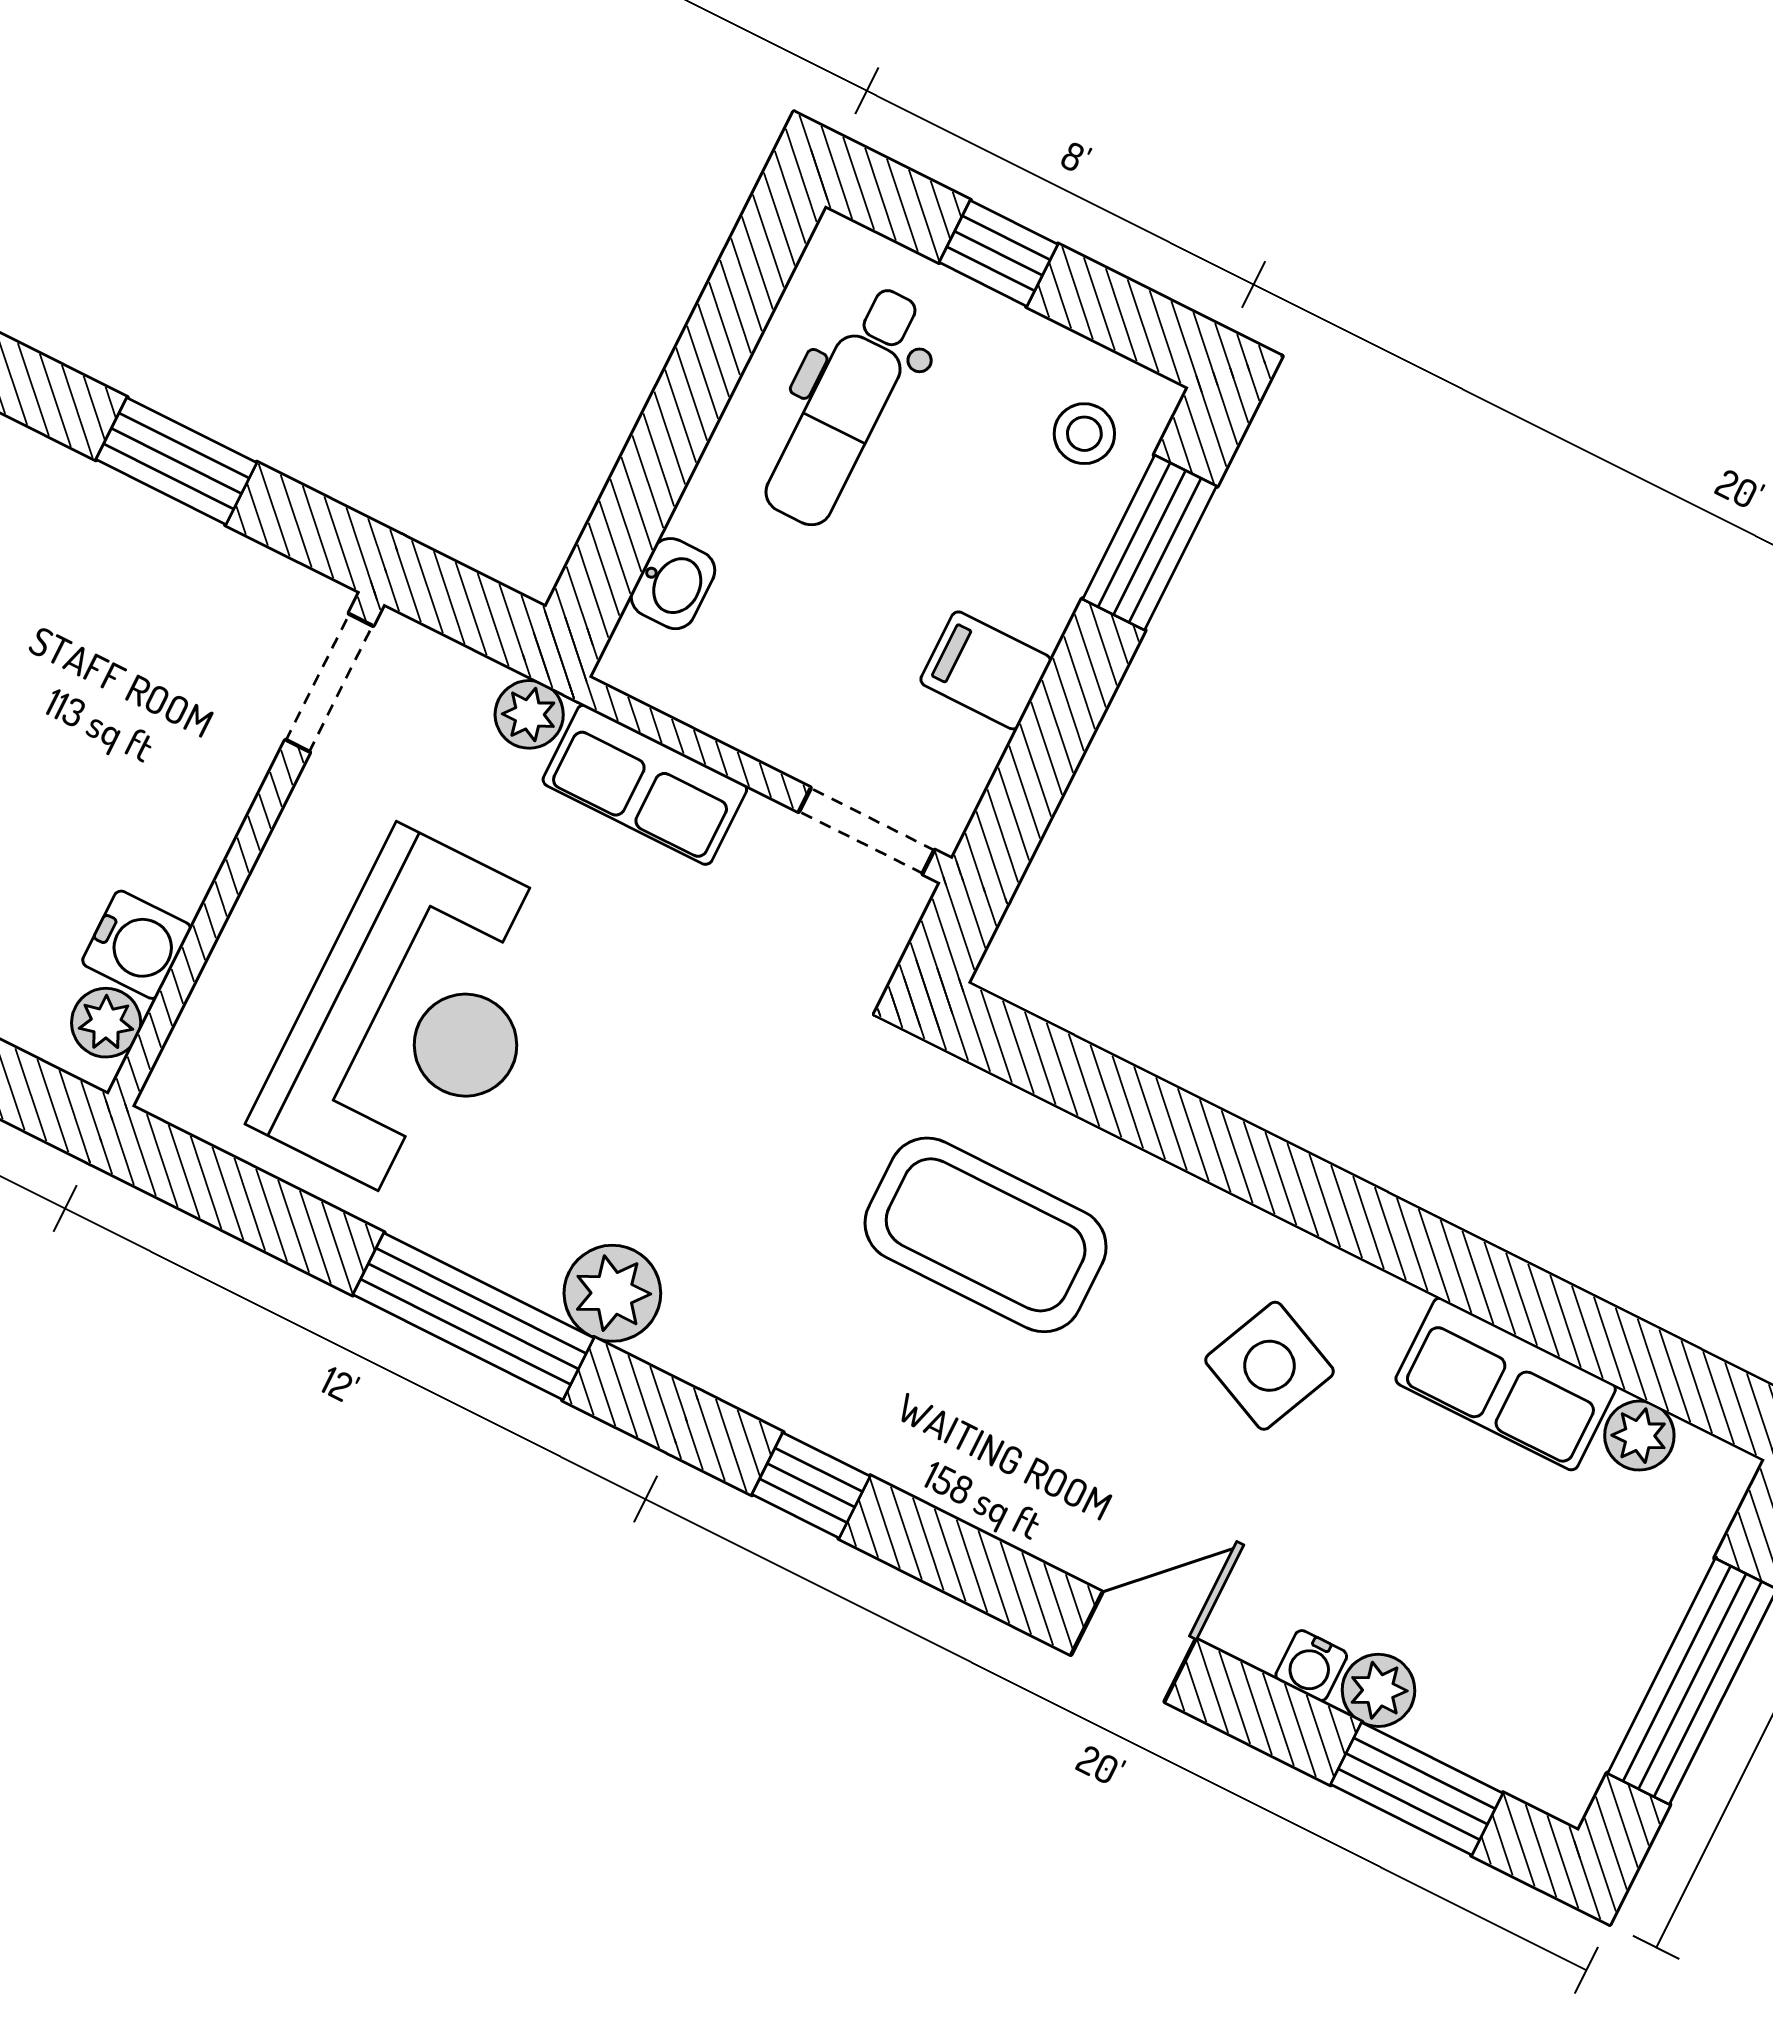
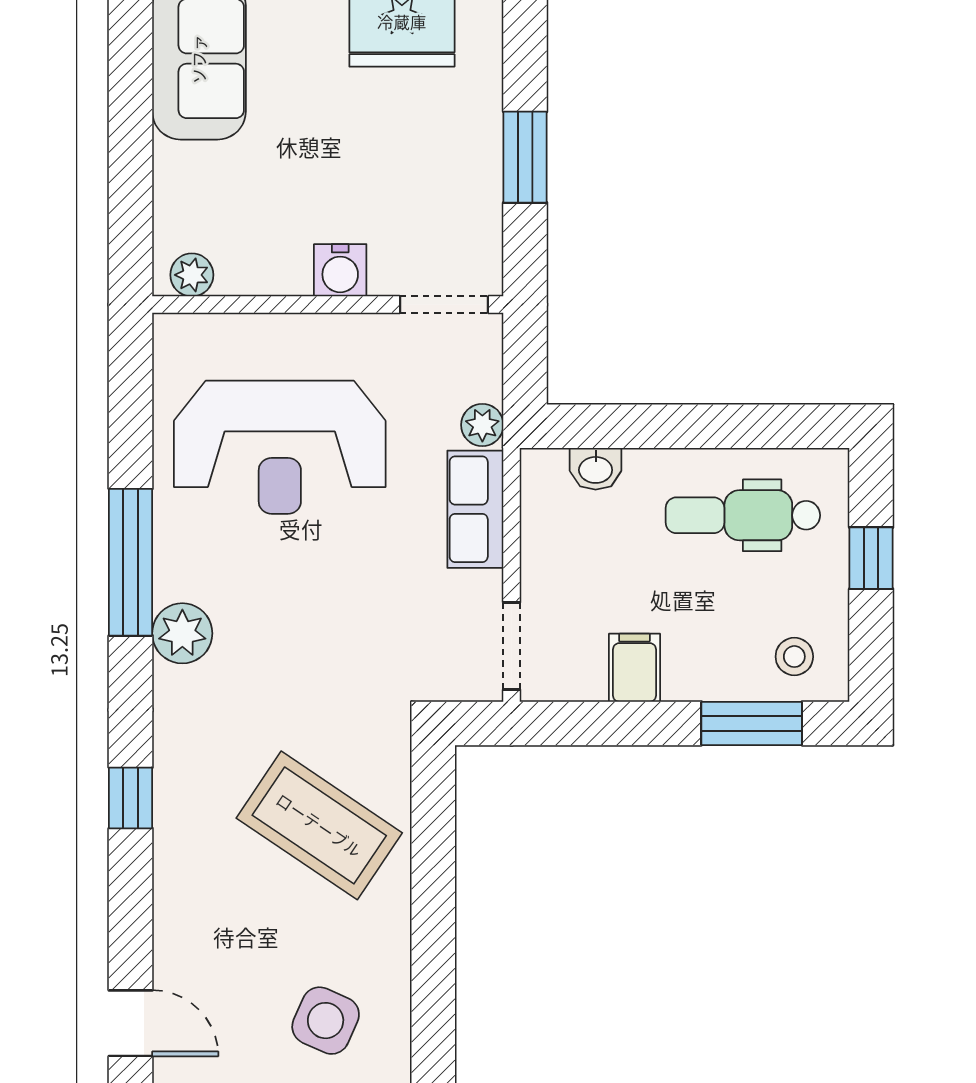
water cooler: (137, 945) -> (340, 270), moved
coffee table: (986, 1235) -> (319, 825), turned -56

